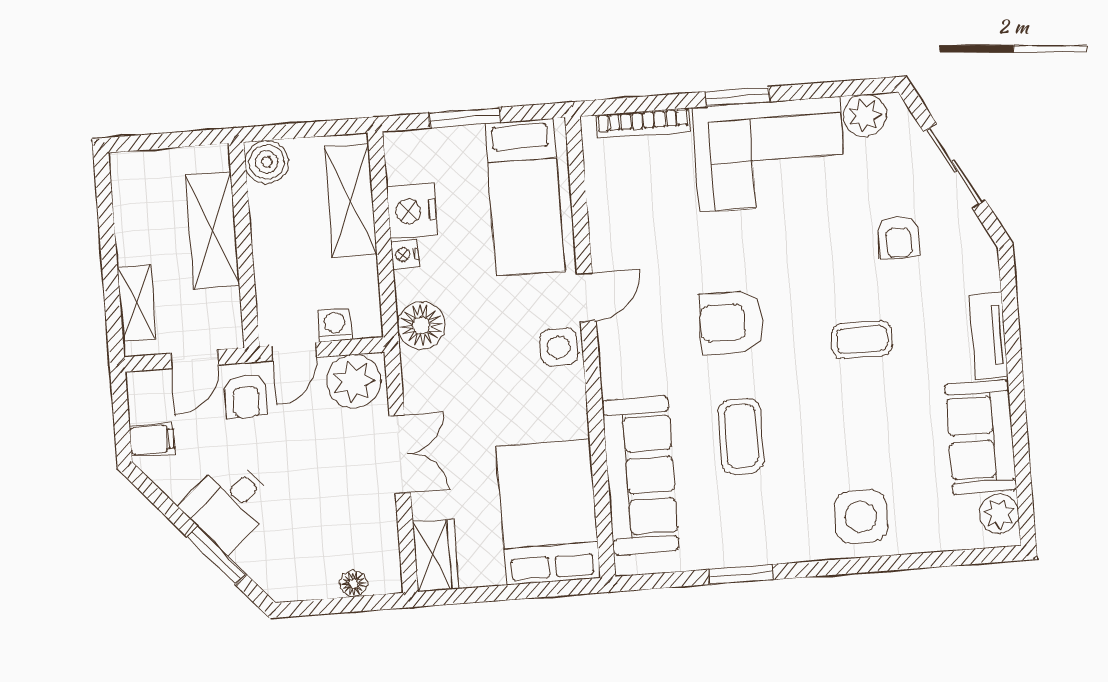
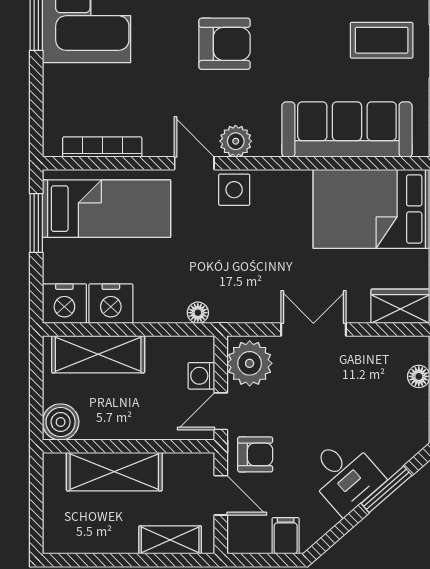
window: (465, 118) -> (36, 223), moved
bookcase: (643, 123) -> (102, 147), moved, turned -90
nightstand: (405, 255) -> (64, 304), moved, width x1.89, depth x1.79
armchair: (731, 322) -> (225, 44), turned -90
floor lamp: (421, 325) -> (198, 313), width x0.53, depth x0.53
plant: (616, 344) -> (236, 141), added
door: (294, 351) -> (221, 411), swing flipped
coffee table: (741, 436) -> (382, 40), moved

